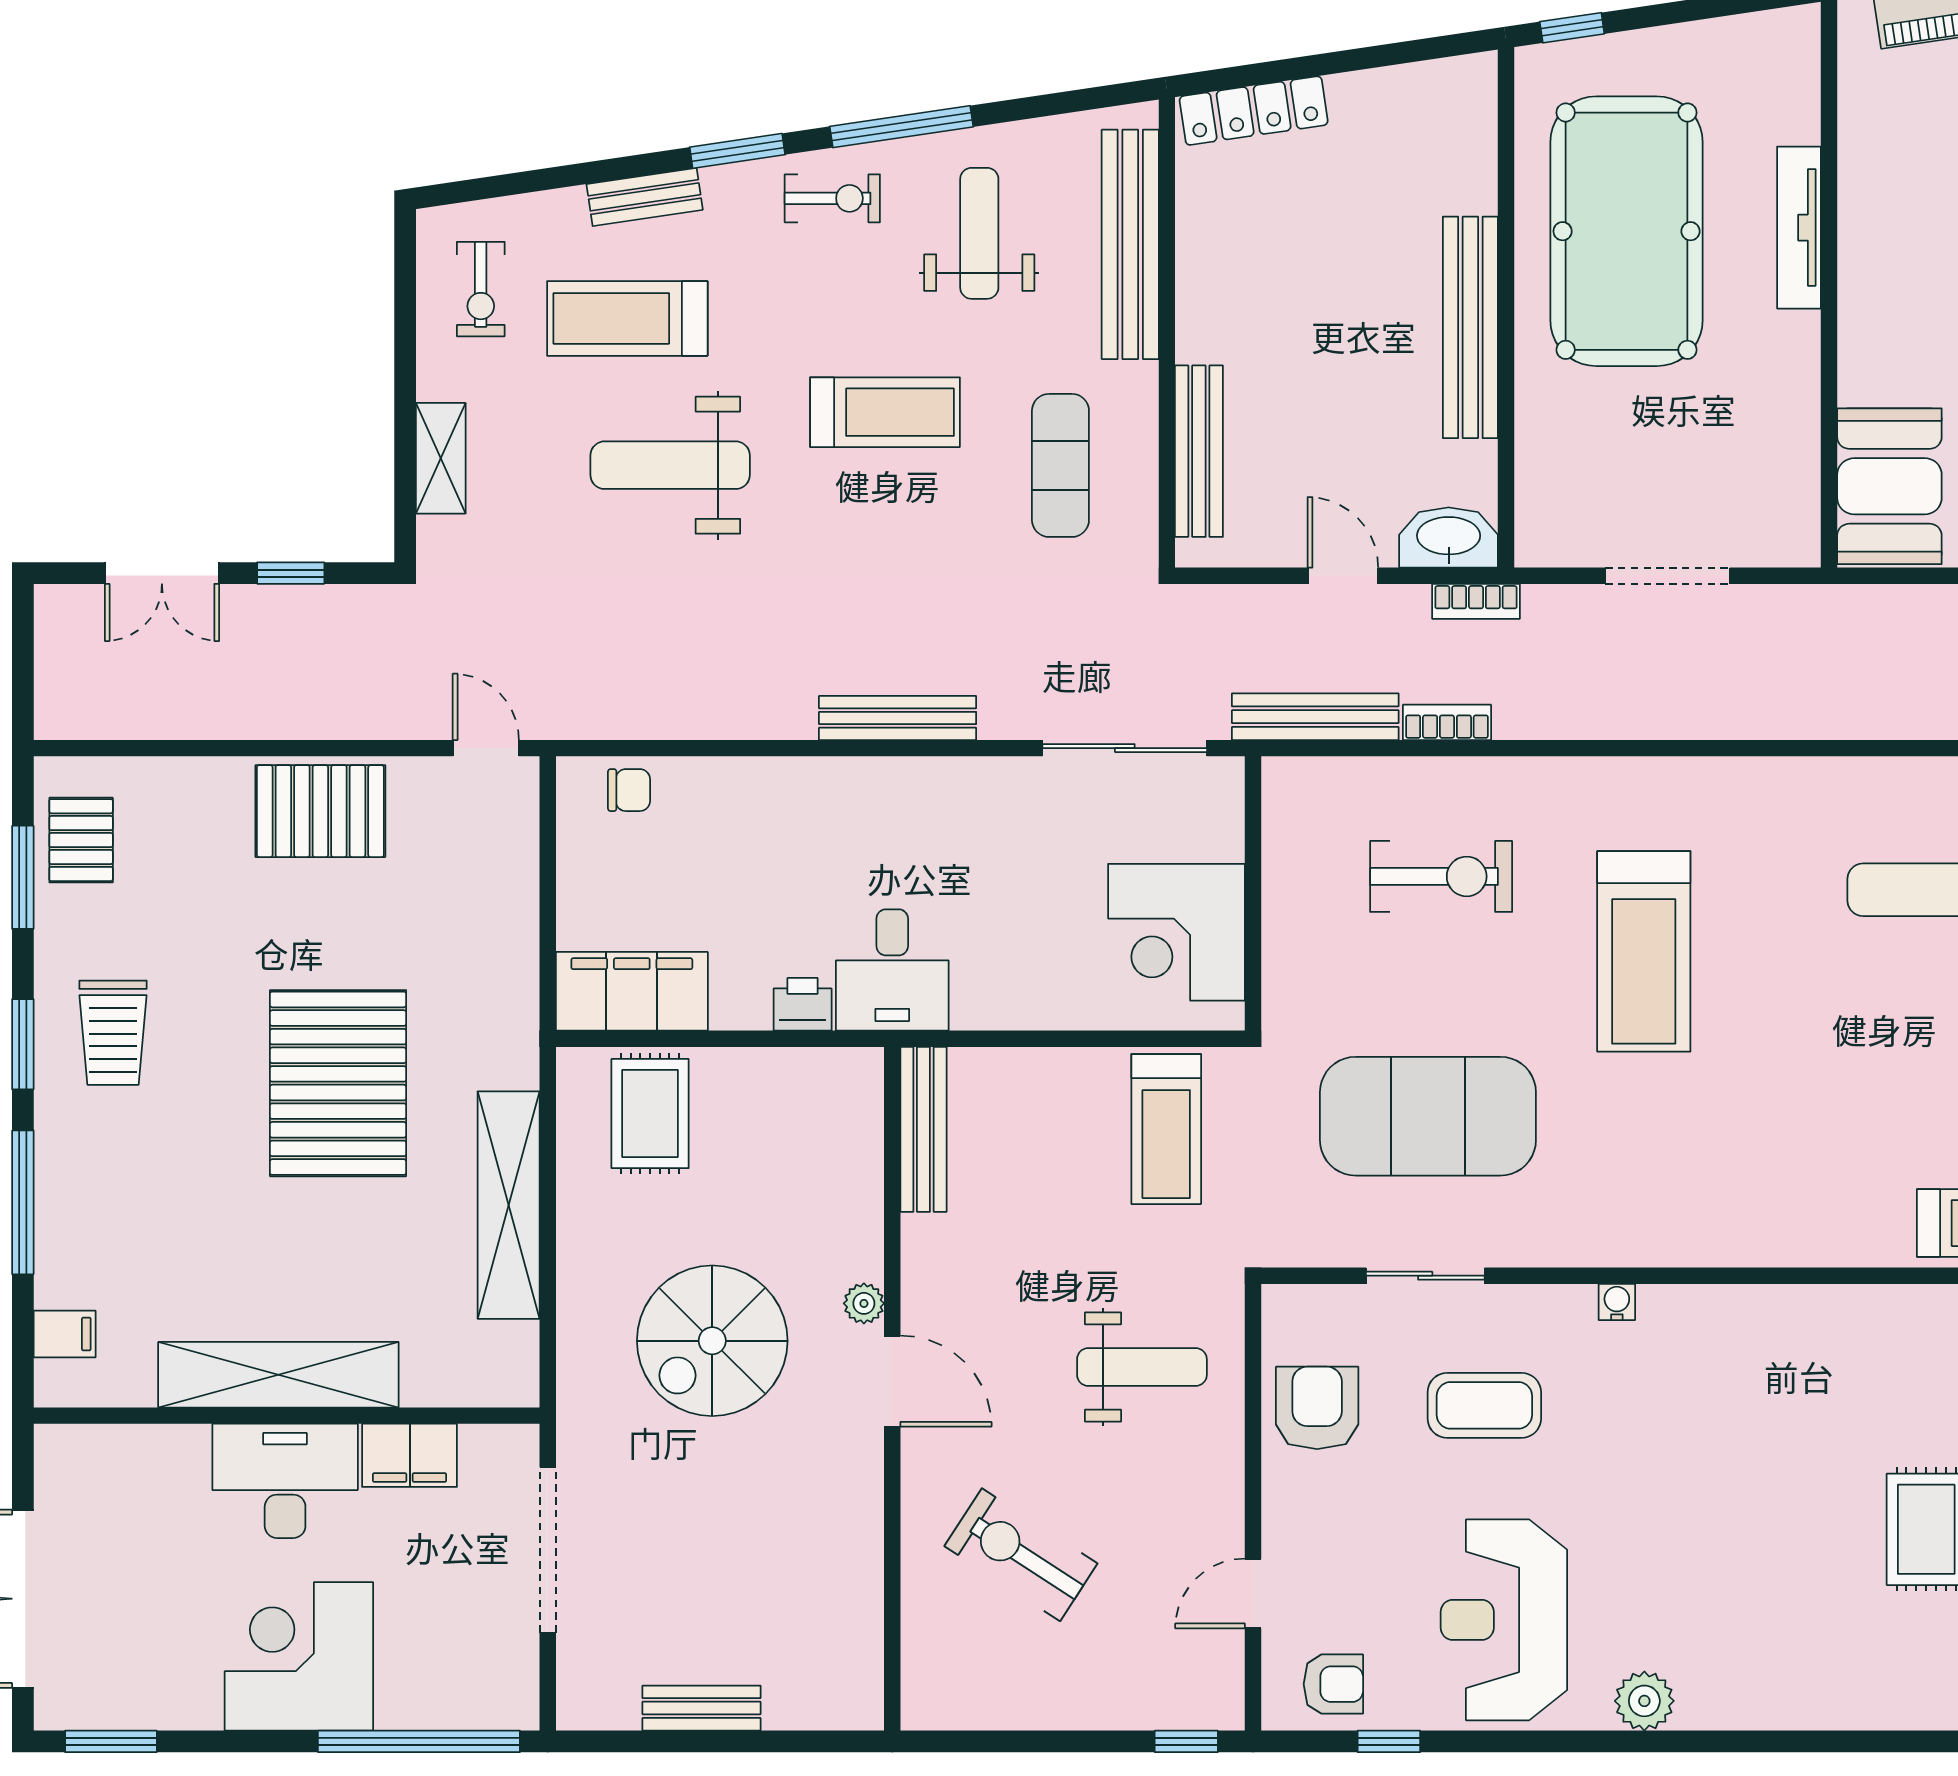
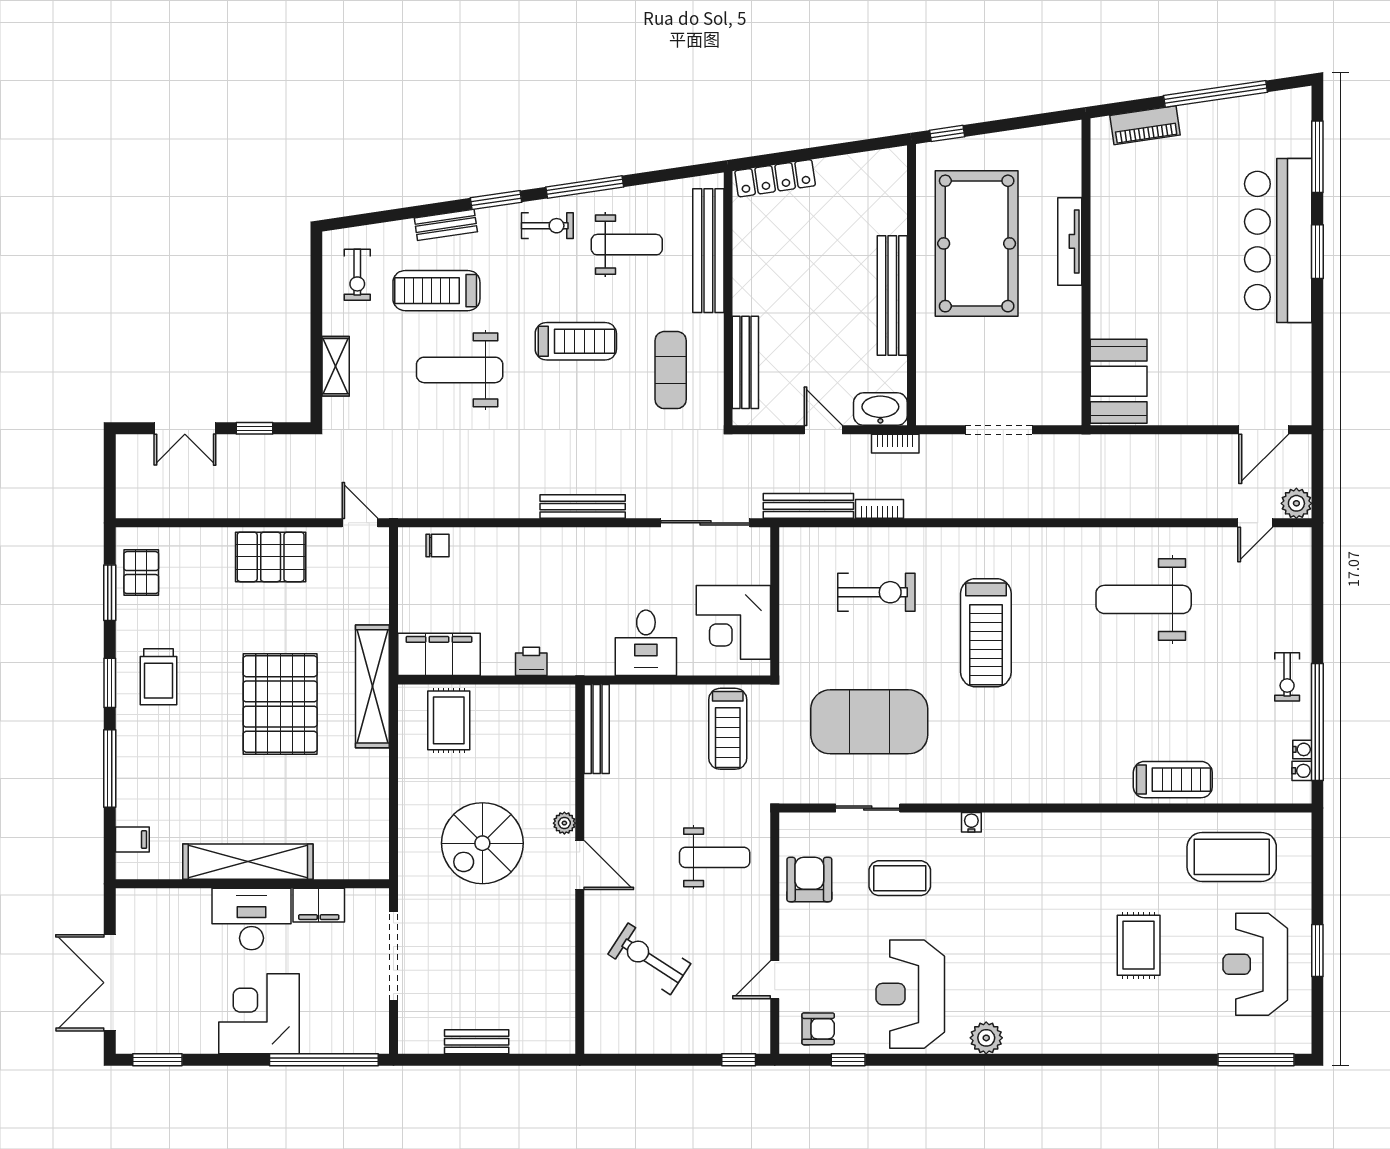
weight bench: (979, 233) -> (627, 245), turned 90
desk: (892, 970) -> (646, 643), moved
shelving: (509, 1205) -> (372, 686), moved

